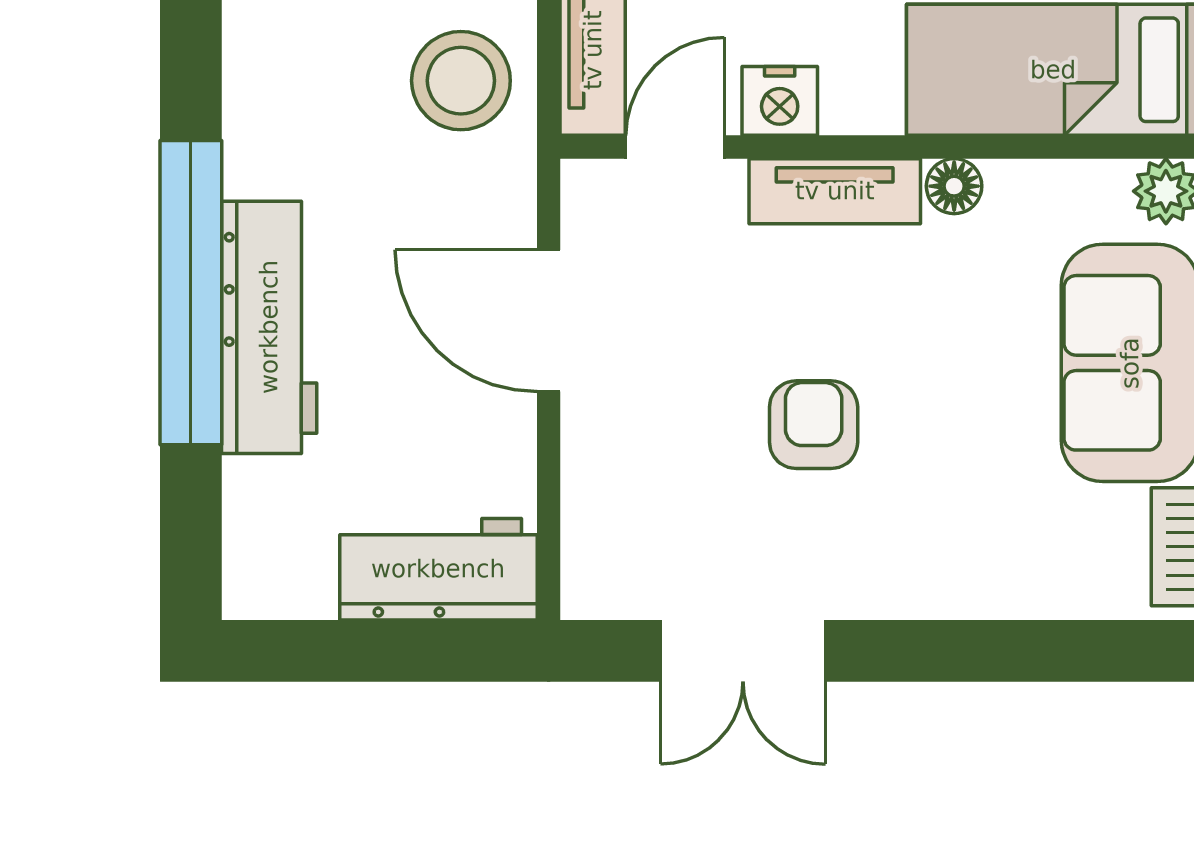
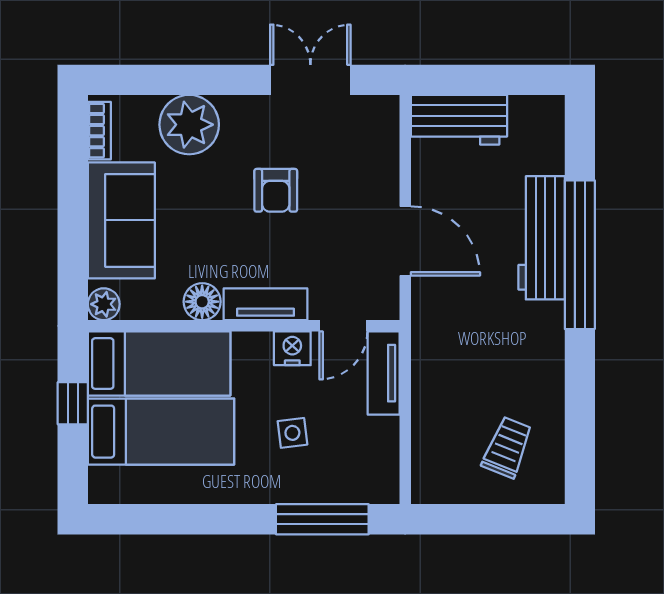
stool: (461, 81) -> (448, 358), removed
floor lamp: (954, 186) -> (202, 302), width x1.37, depth x1.37
plant: (991, 559) -> (189, 125), added

